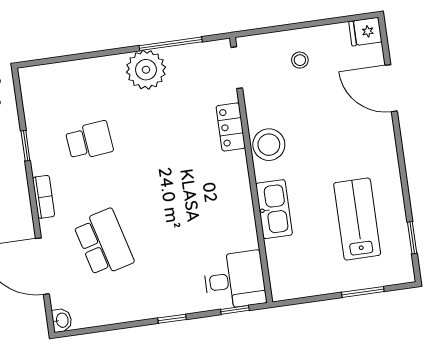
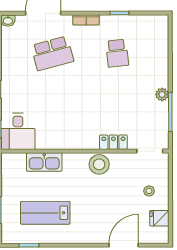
fridge: (365, 32) -> (159, 218), moved, turned -90
plant: (146, 70) -> (162, 94), width x0.53, depth x0.53
kitchen sink: (274, 209) -> (44, 162), moved
lab bench: (357, 219) -> (45, 213), turned 180

